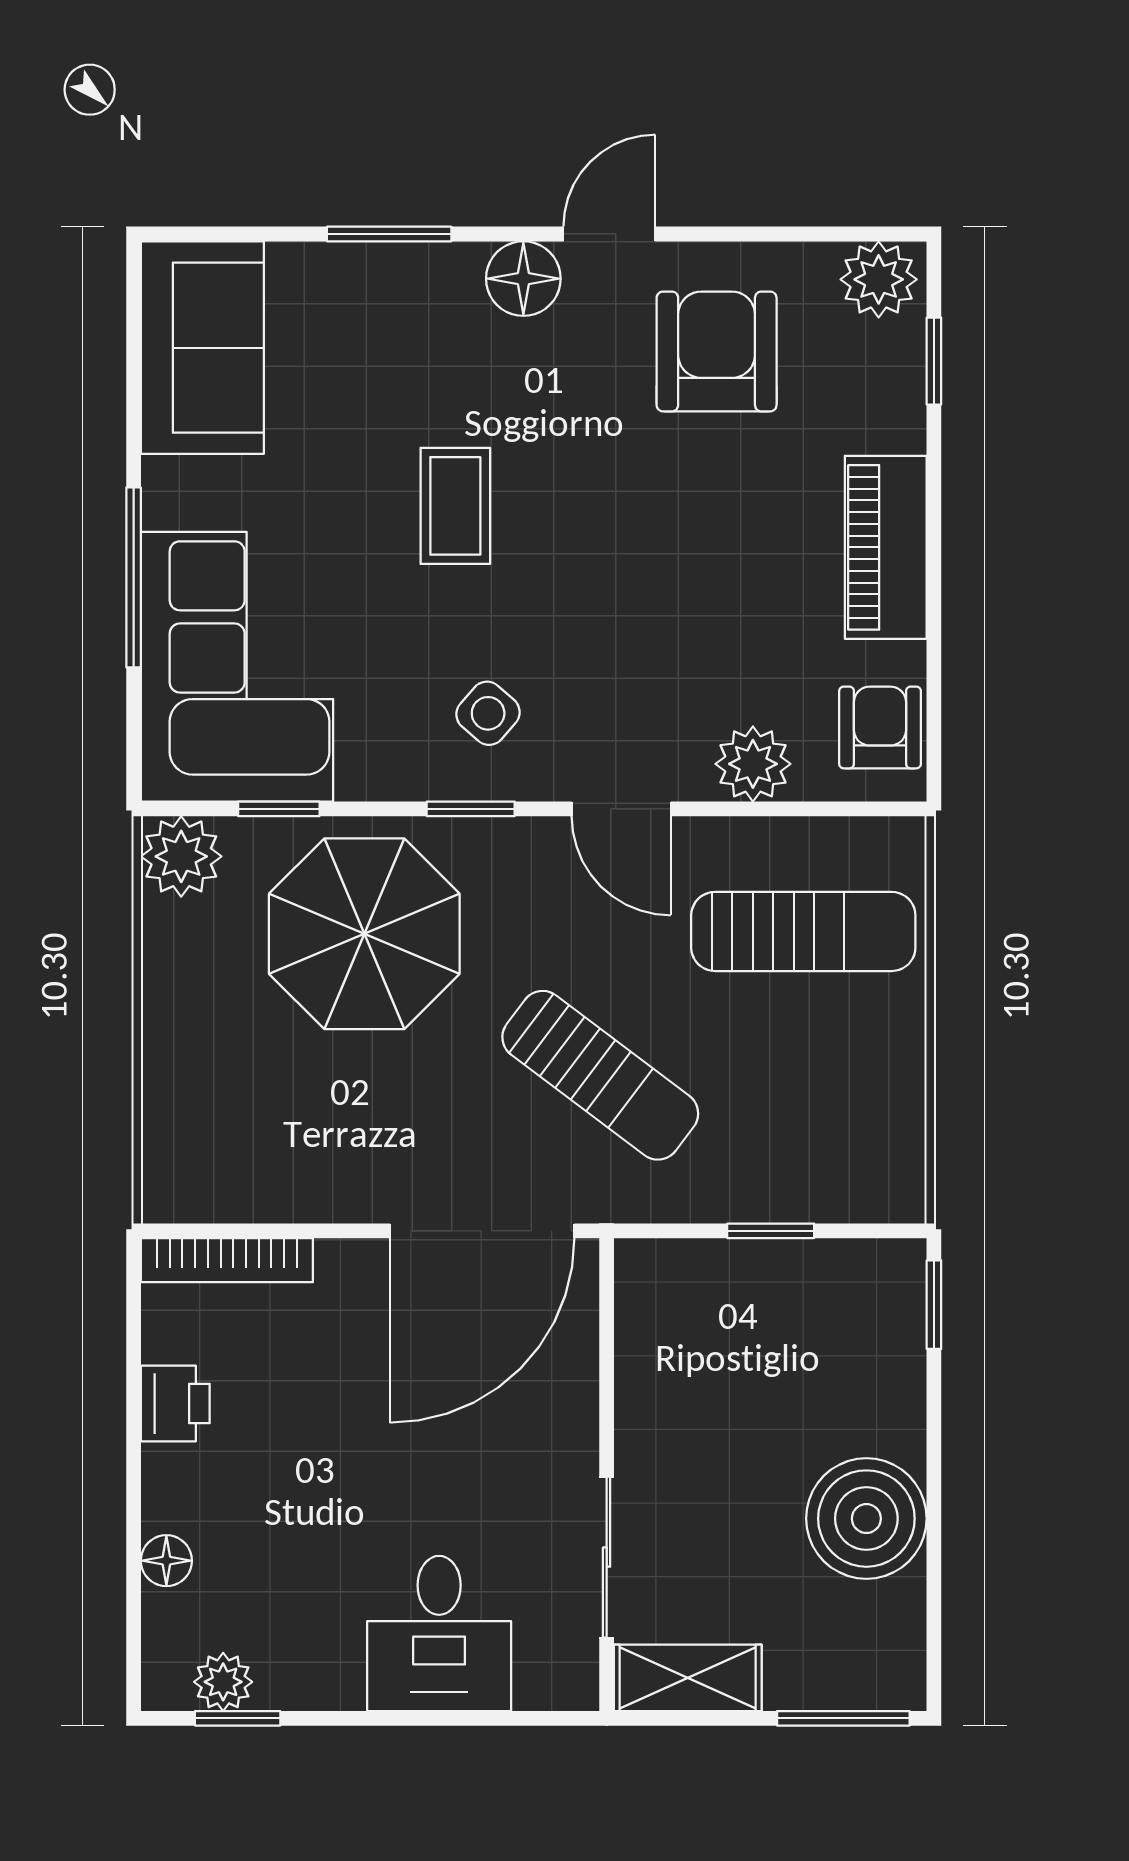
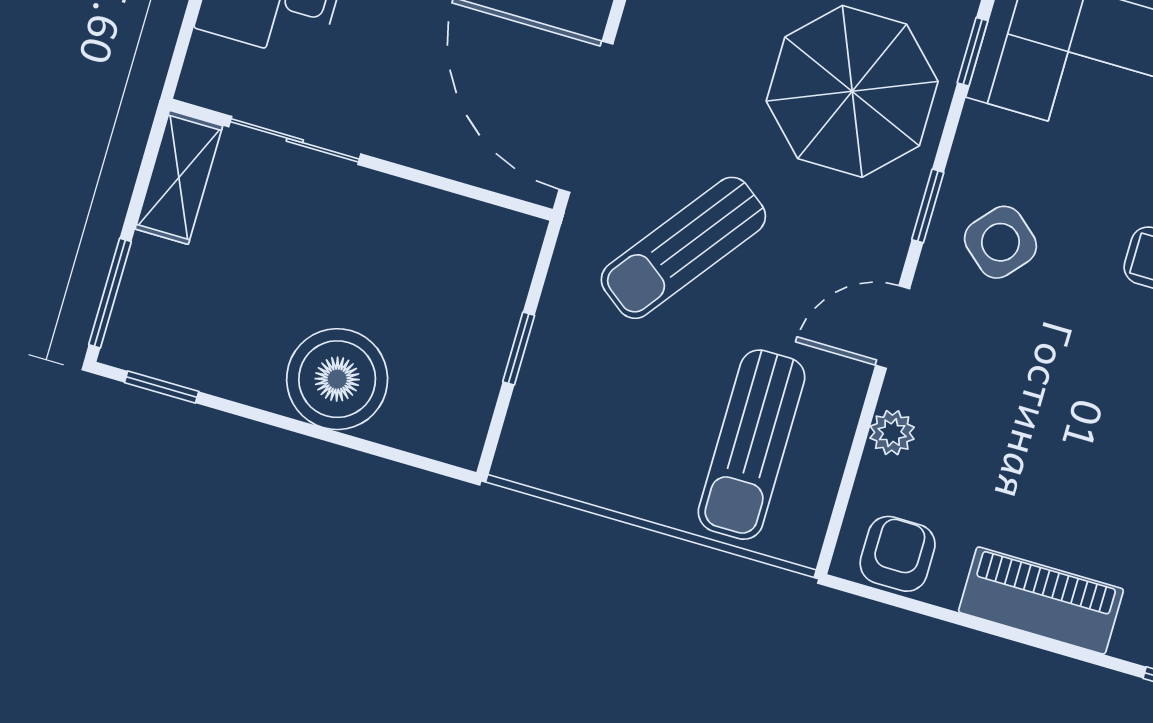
side table: (488, 713) -> (1000, 242), width x1.37, depth x1.37
armchair: (880, 727) -> (898, 554), turned -90
plant: (753, 764) -> (892, 433), width x0.73, depth x0.73
window: (934, 1305) -> (162, 387), moved
boiler: (866, 1519) -> (337, 379), moved

